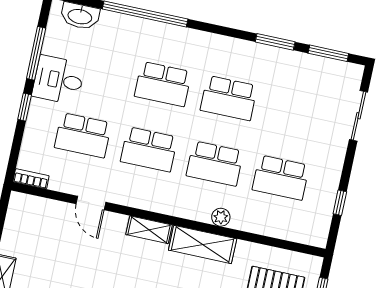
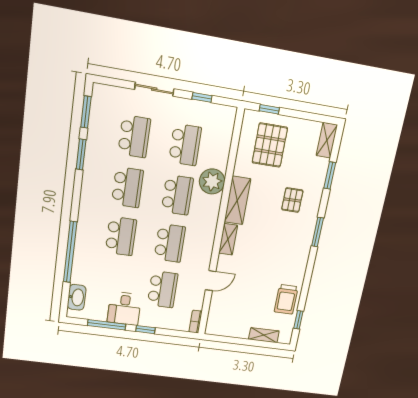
school desk: (295, 112) -> (134, 136), added
sliding door: (358, 116) -> (154, 89), moved
plant: (221, 217) -> (212, 181), width x1.87, depth x1.87

